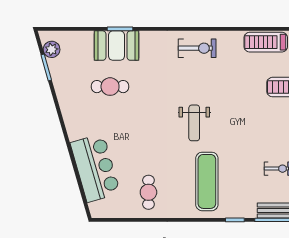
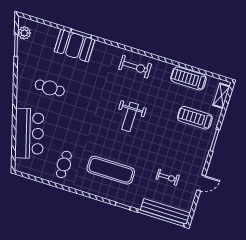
cafe table: (110, 87) -> (50, 88), moved
weight bench: (194, 123) -> (130, 117), moved
exercise mat: (207, 181) -> (111, 170), turned 90

